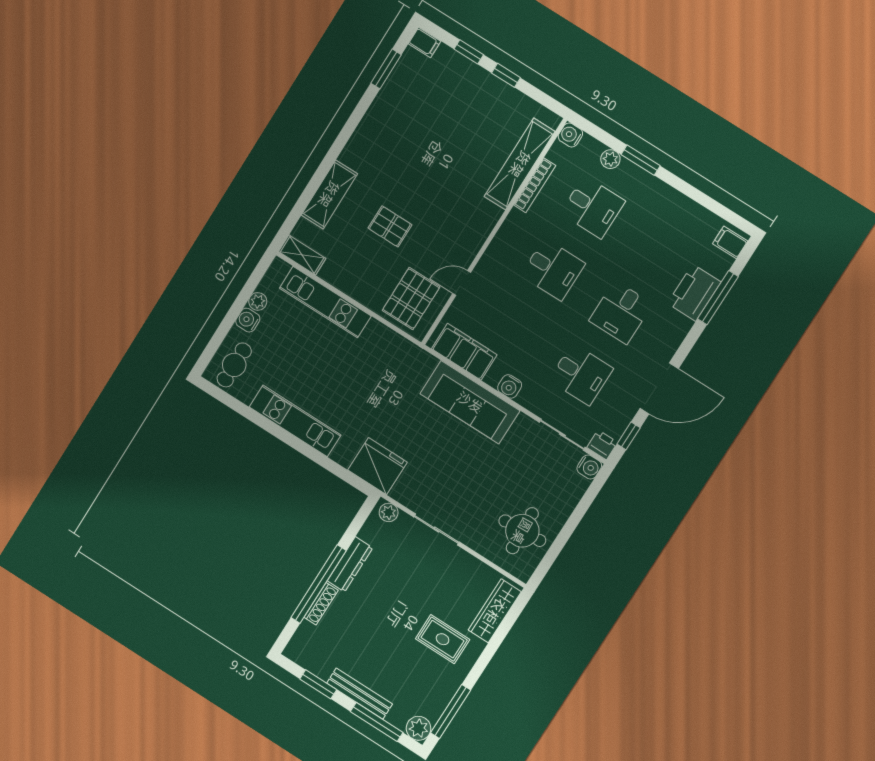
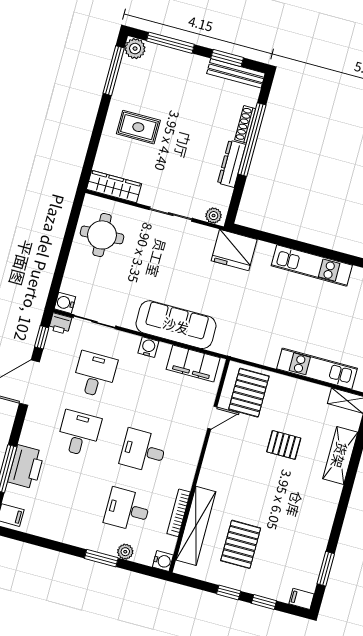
pallet: (475, 127) -> (241, 544), added
desk: (581, 374) -> (95, 374), turned 90
wardrobe: (495, 611) -> (114, 186), moved, turned -90
bench: (359, 694) -> (236, 73), moved

